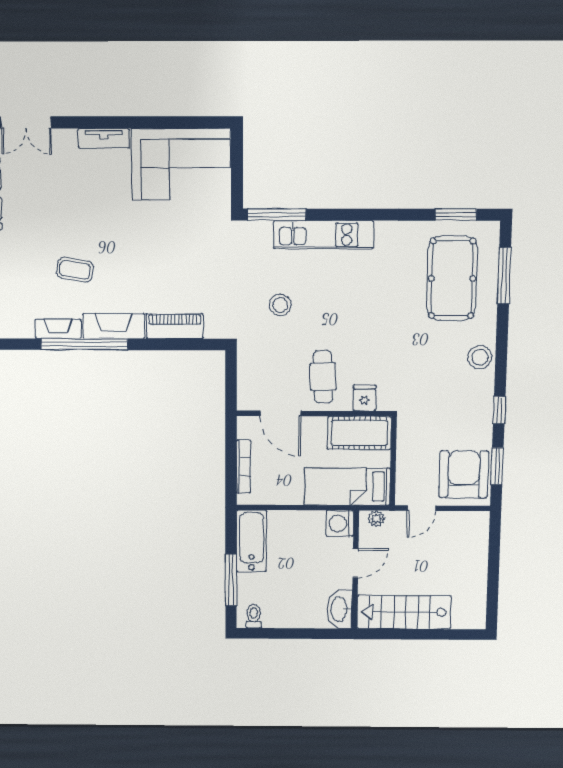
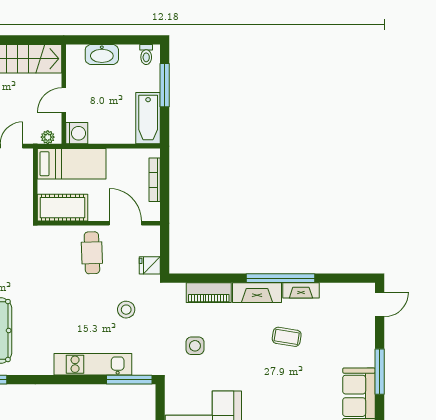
side table: (192, 258) -> (195, 346), added
fridge: (364, 398) -> (150, 265), moved, turned 90
washbasin: (340, 609) -> (102, 54), moved, turned 90

